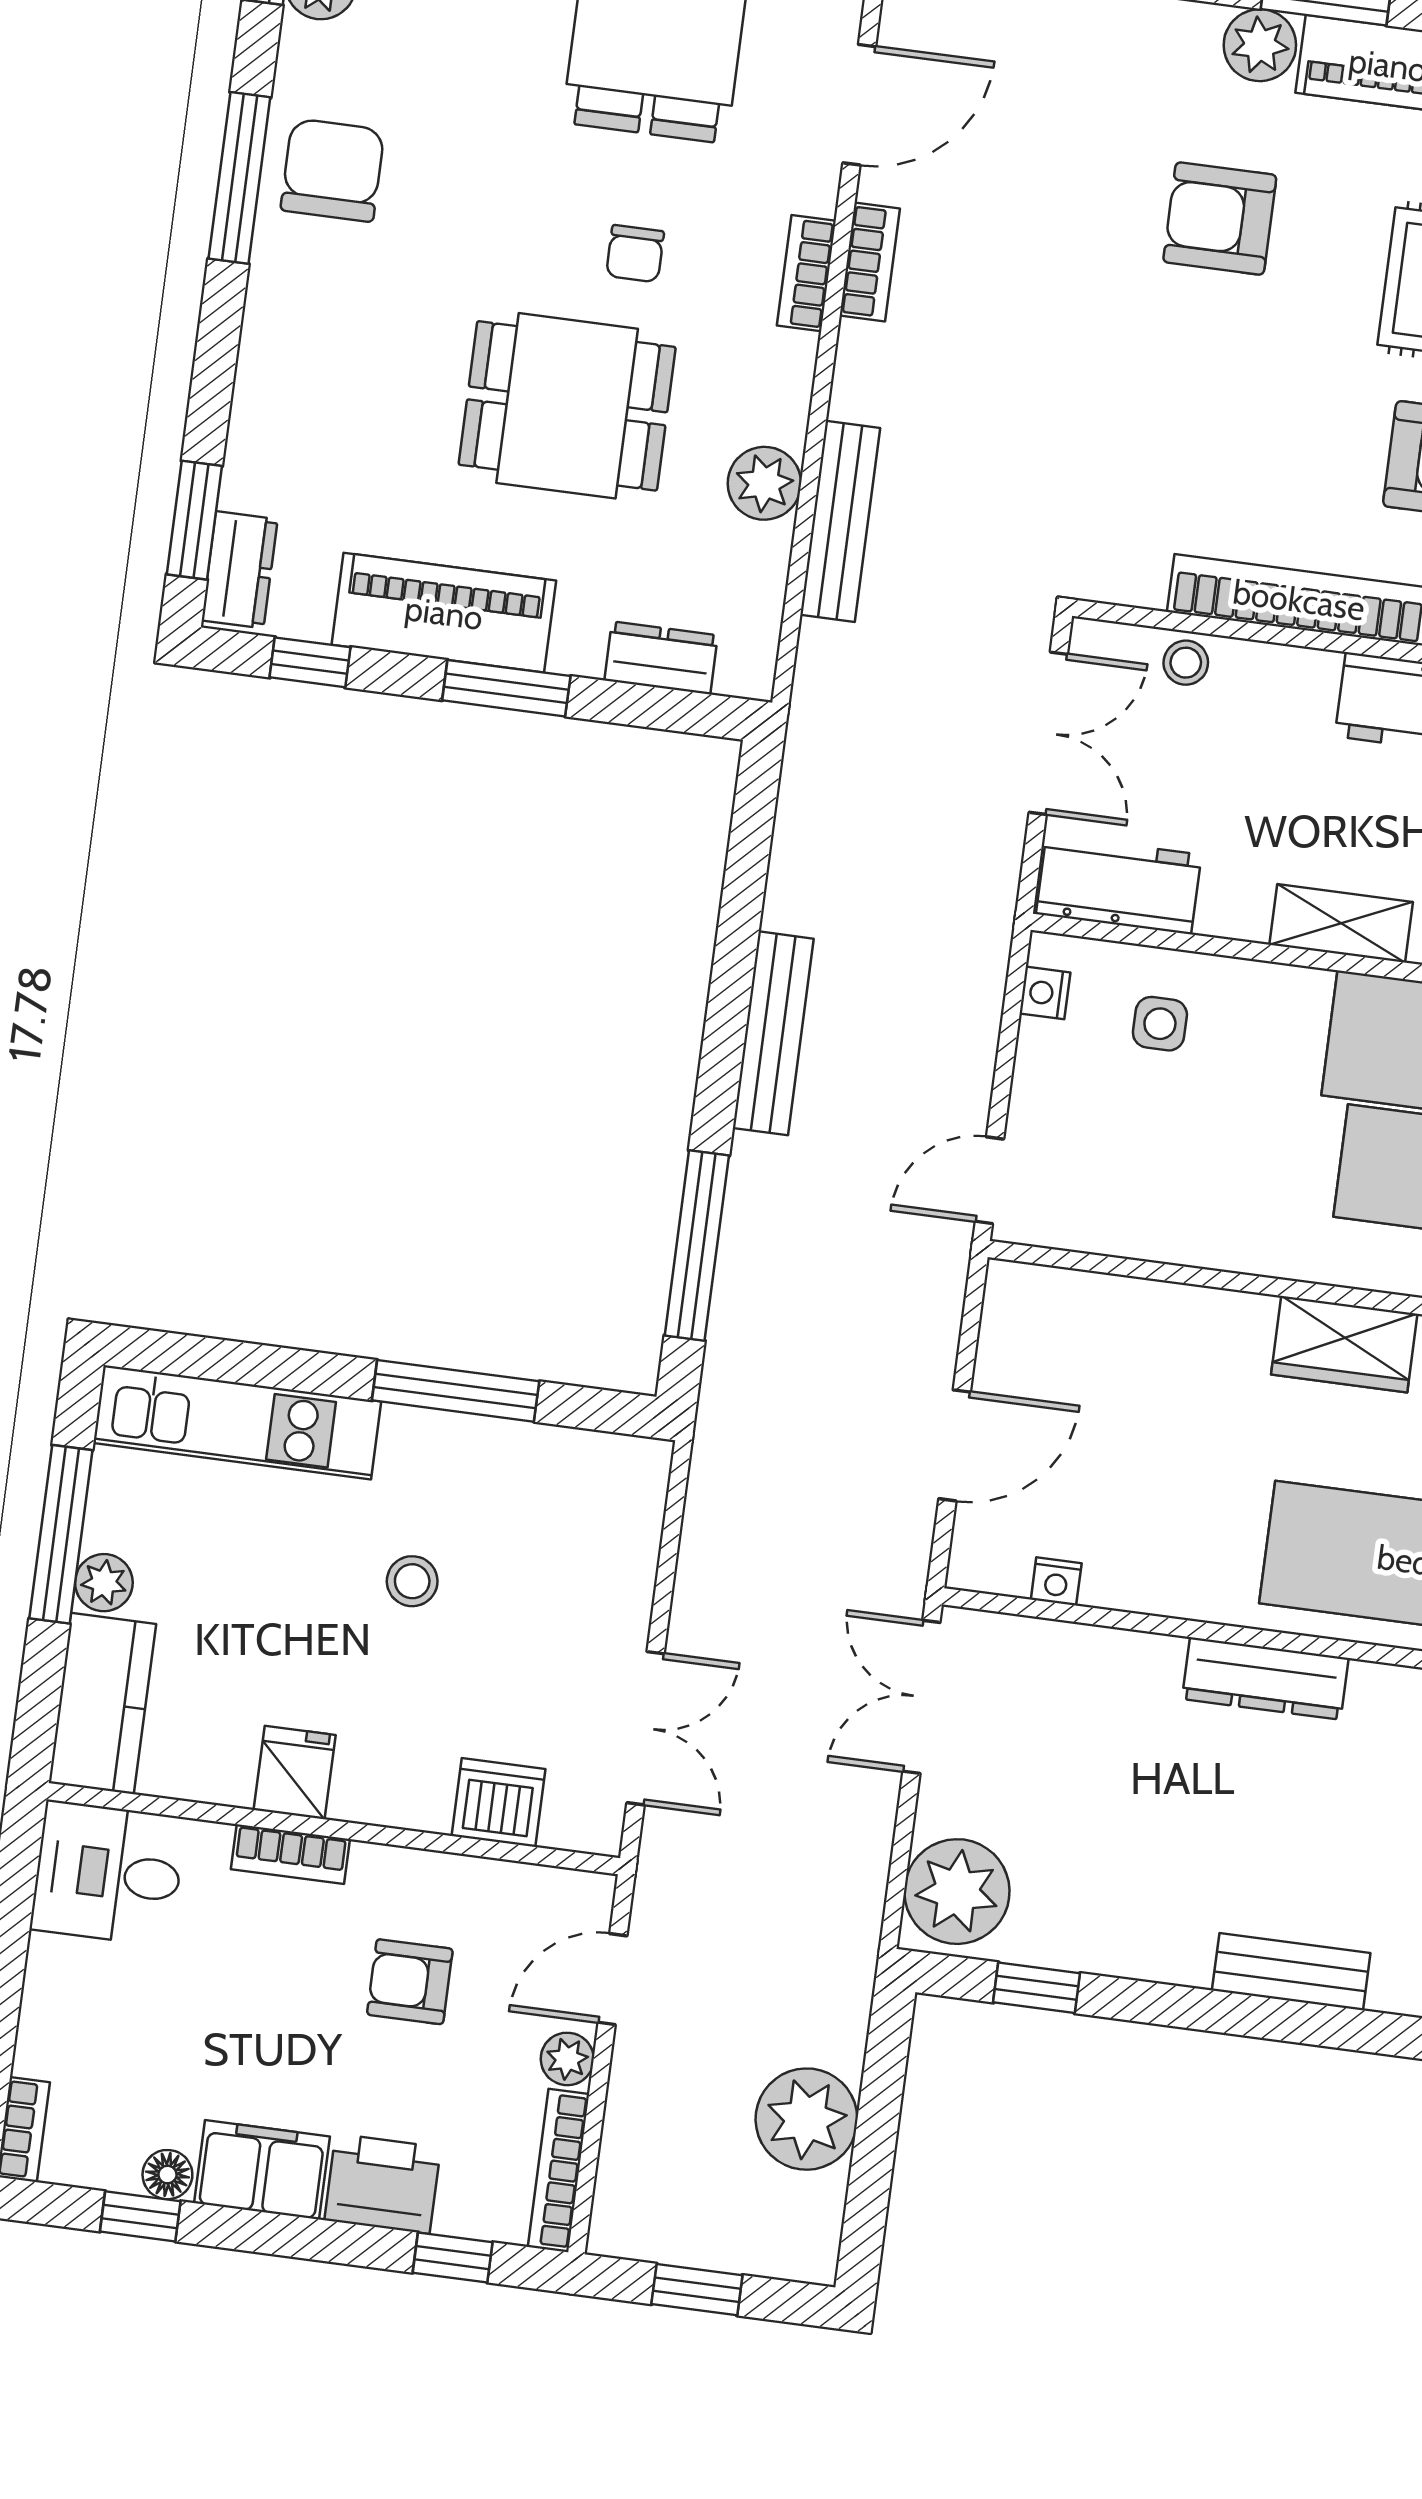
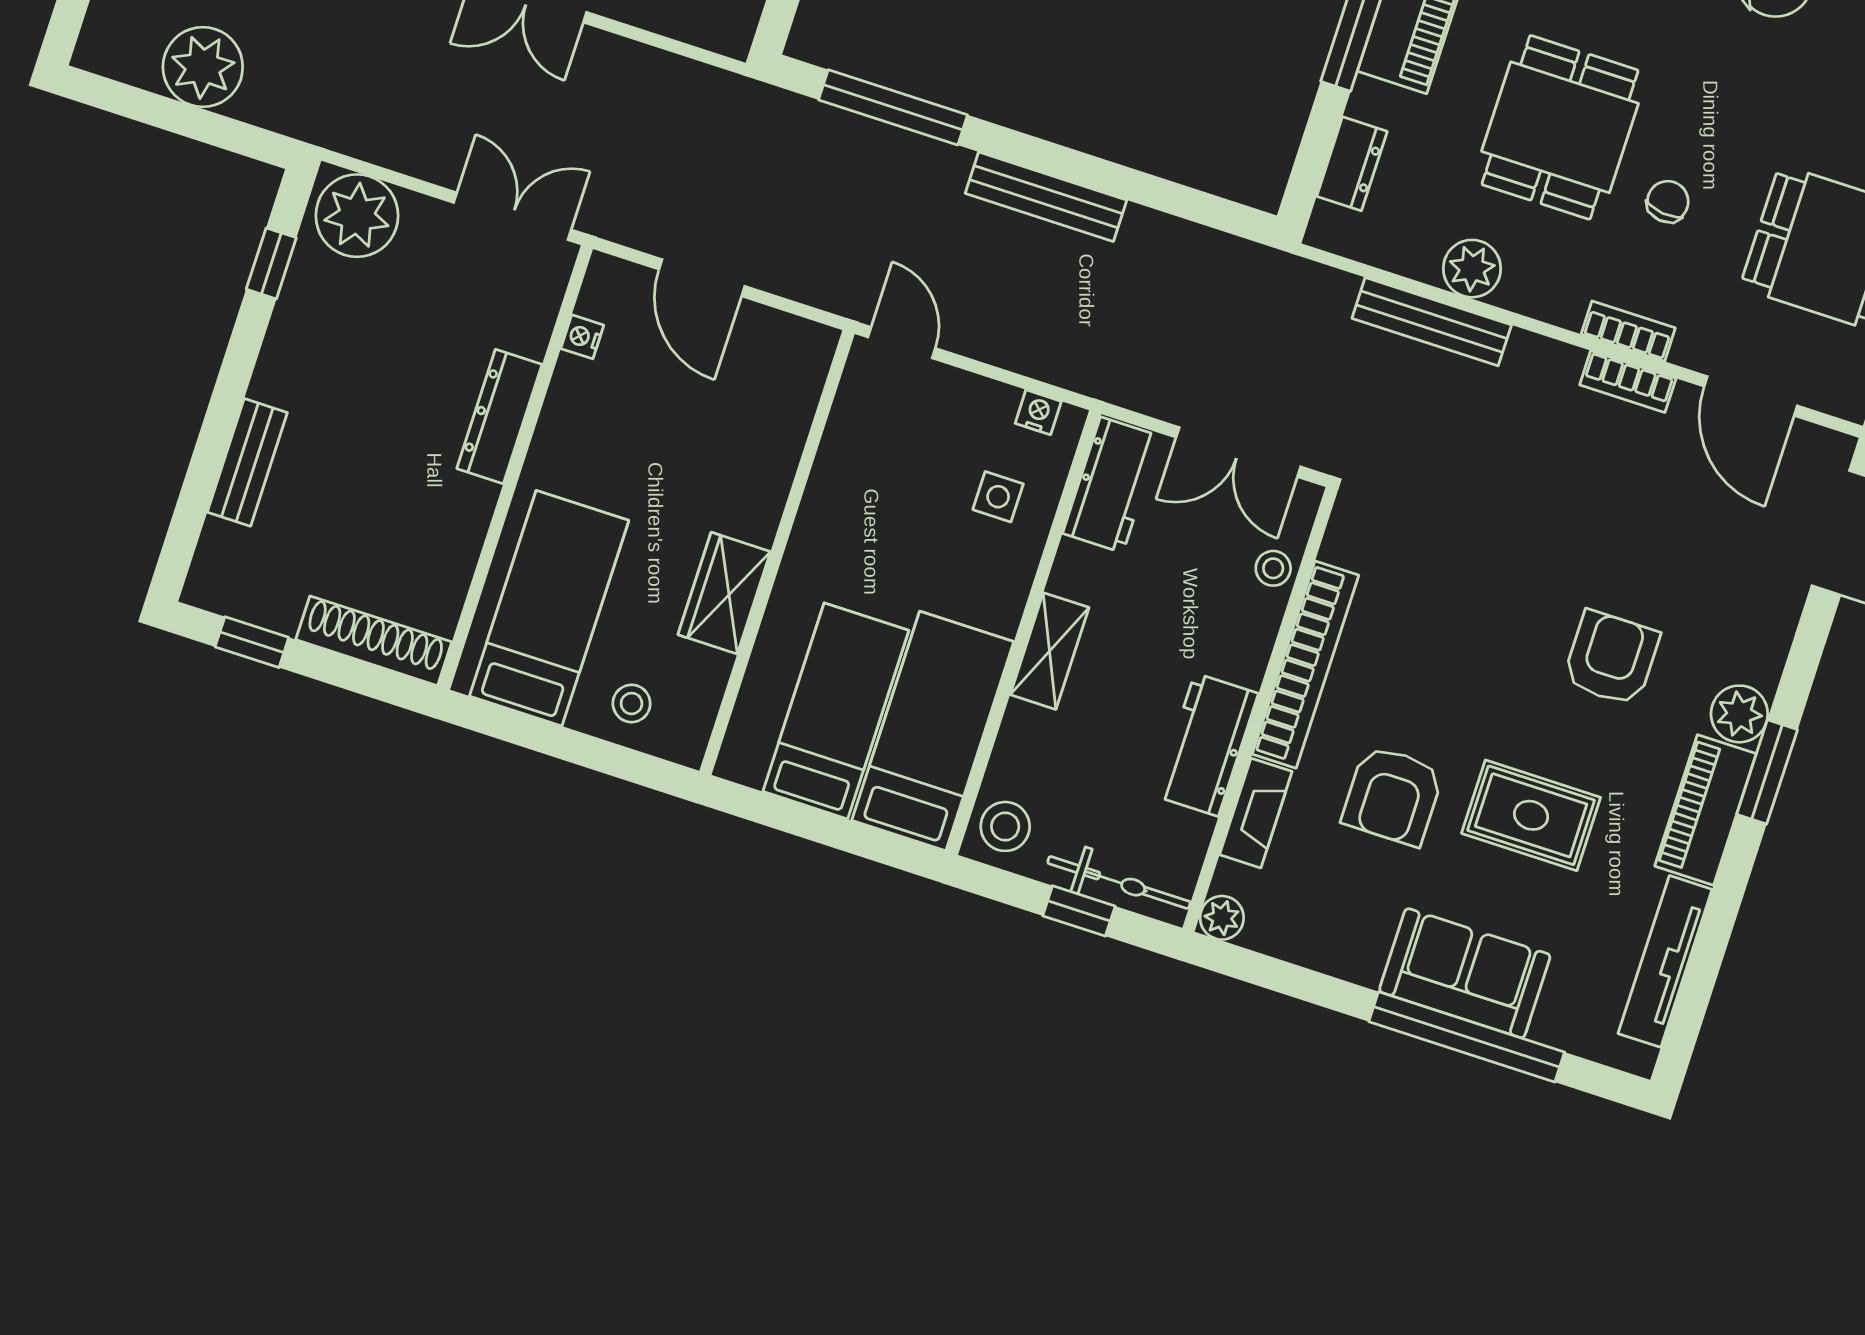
chair: (635, 254) -> (1668, 202), turned 97
dresser: (1265, 1678) -> (499, 416), moved

